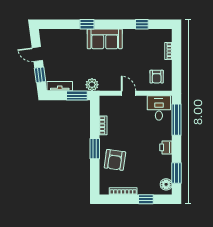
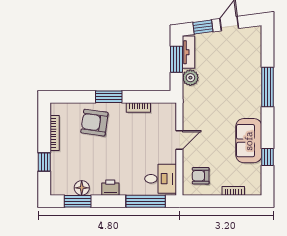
window: (87, 24) -> (268, 87), width x2.17
sofa: (105, 39) -> (249, 141), moved
plant: (92, 85) -> (190, 78), moved
window: (77, 96) -> (176, 59), moved
floor lamp: (166, 184) -> (82, 188), moved

